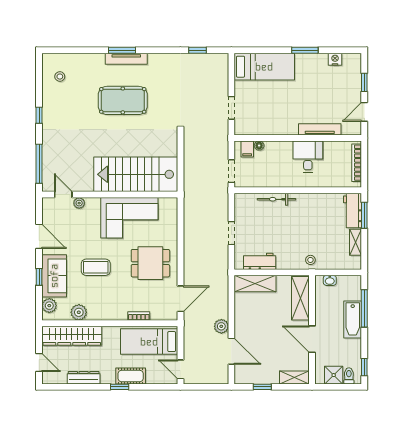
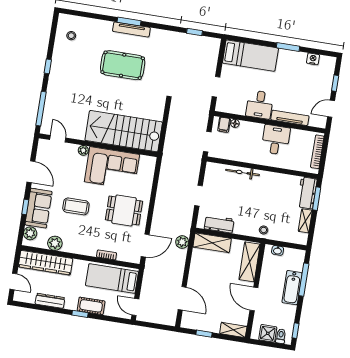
desk: (283, 120) -> (260, 105), added
plant: (79, 203) -> (83, 150), moved
plant: (221, 326) -> (182, 242), moved

